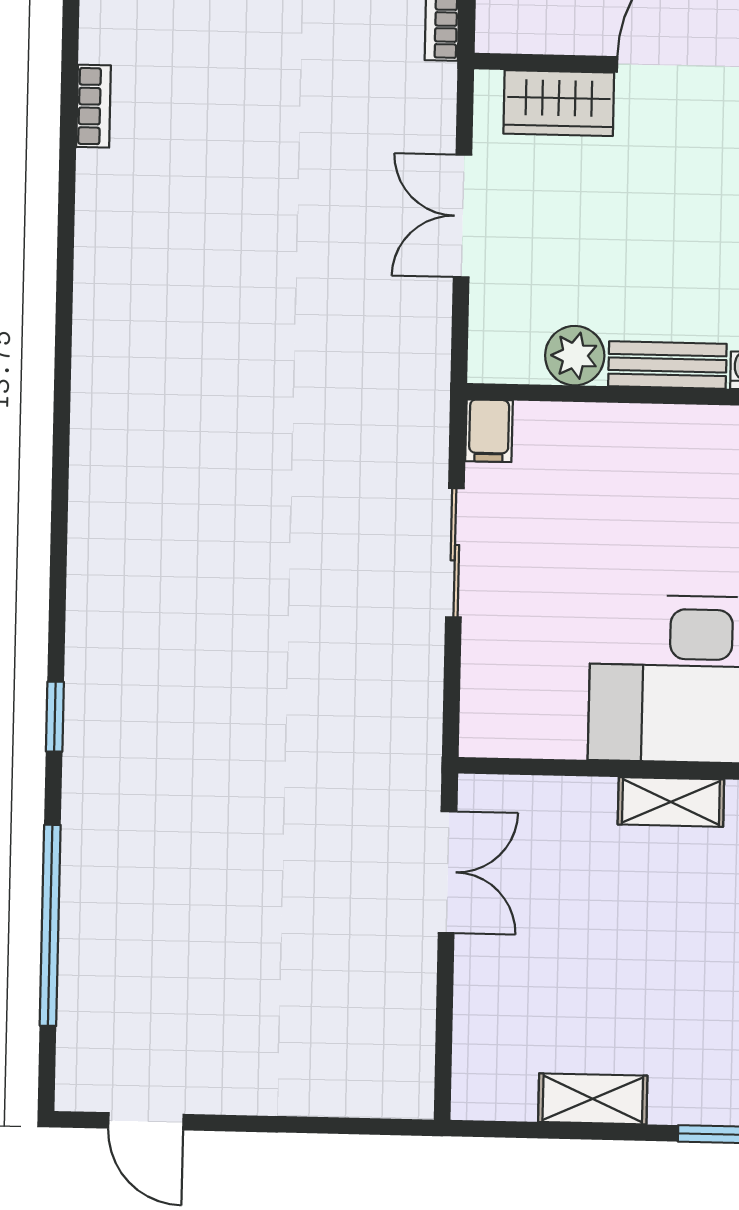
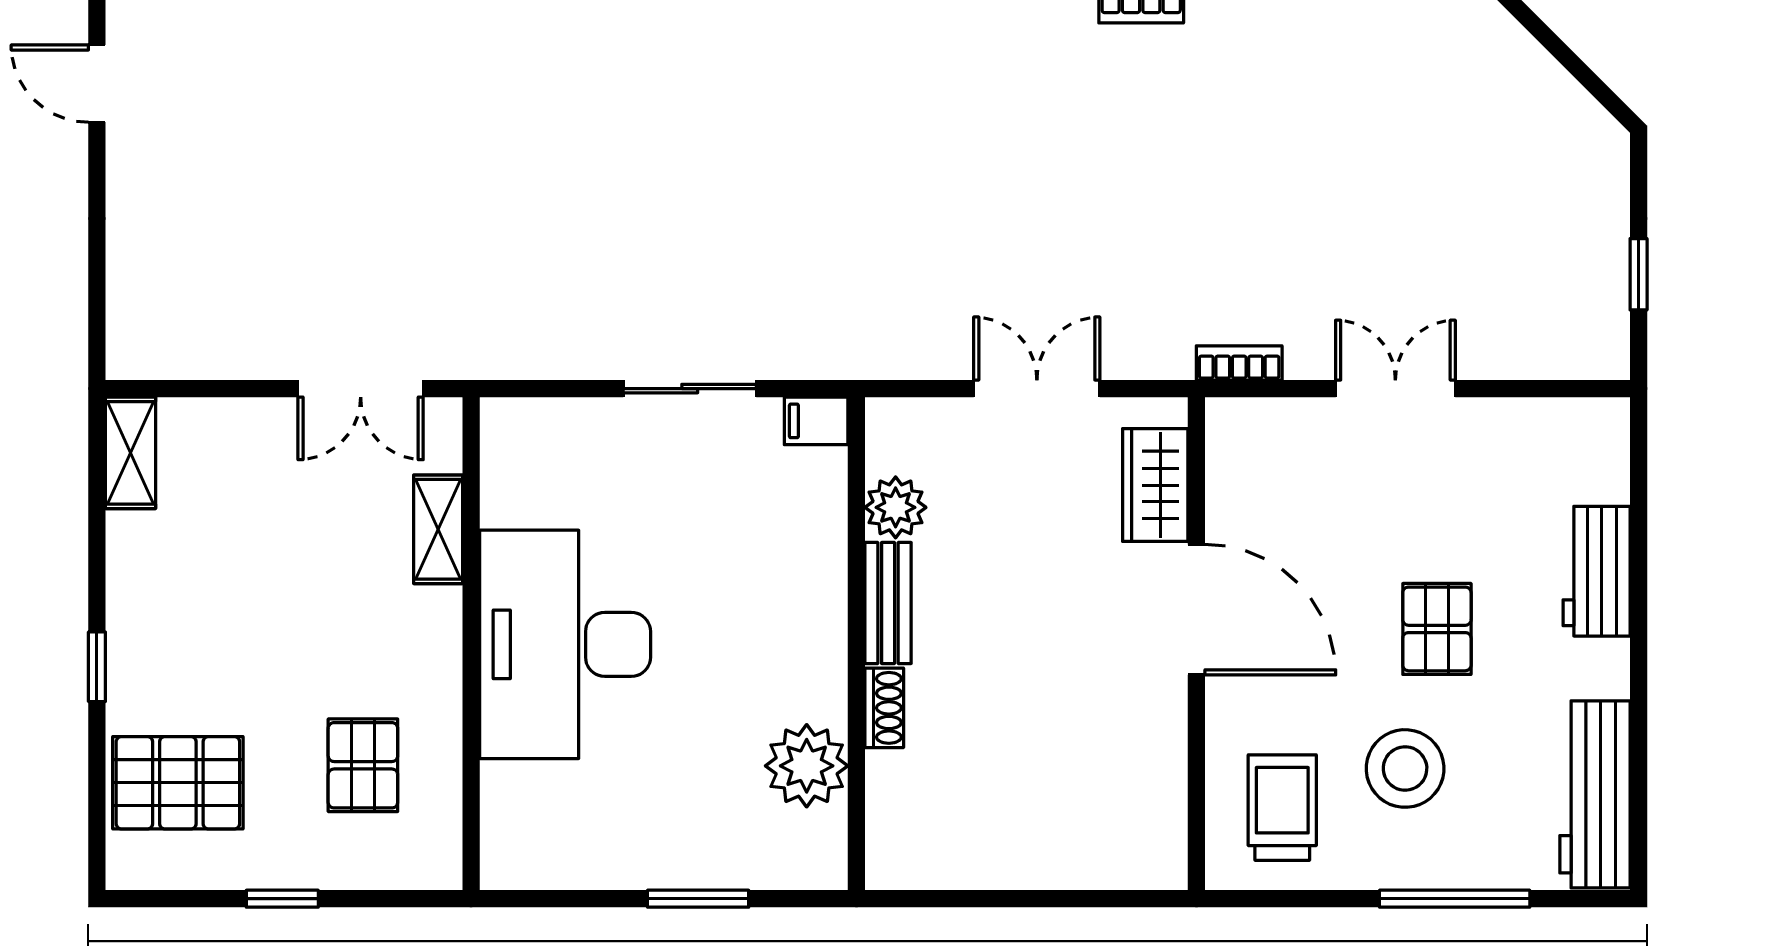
shelving: (671, 802) -> (438, 529), moved
shelving: (593, 1099) -> (131, 453), moved
door: (146, 1121) -> (97, 84), hinge flipped

